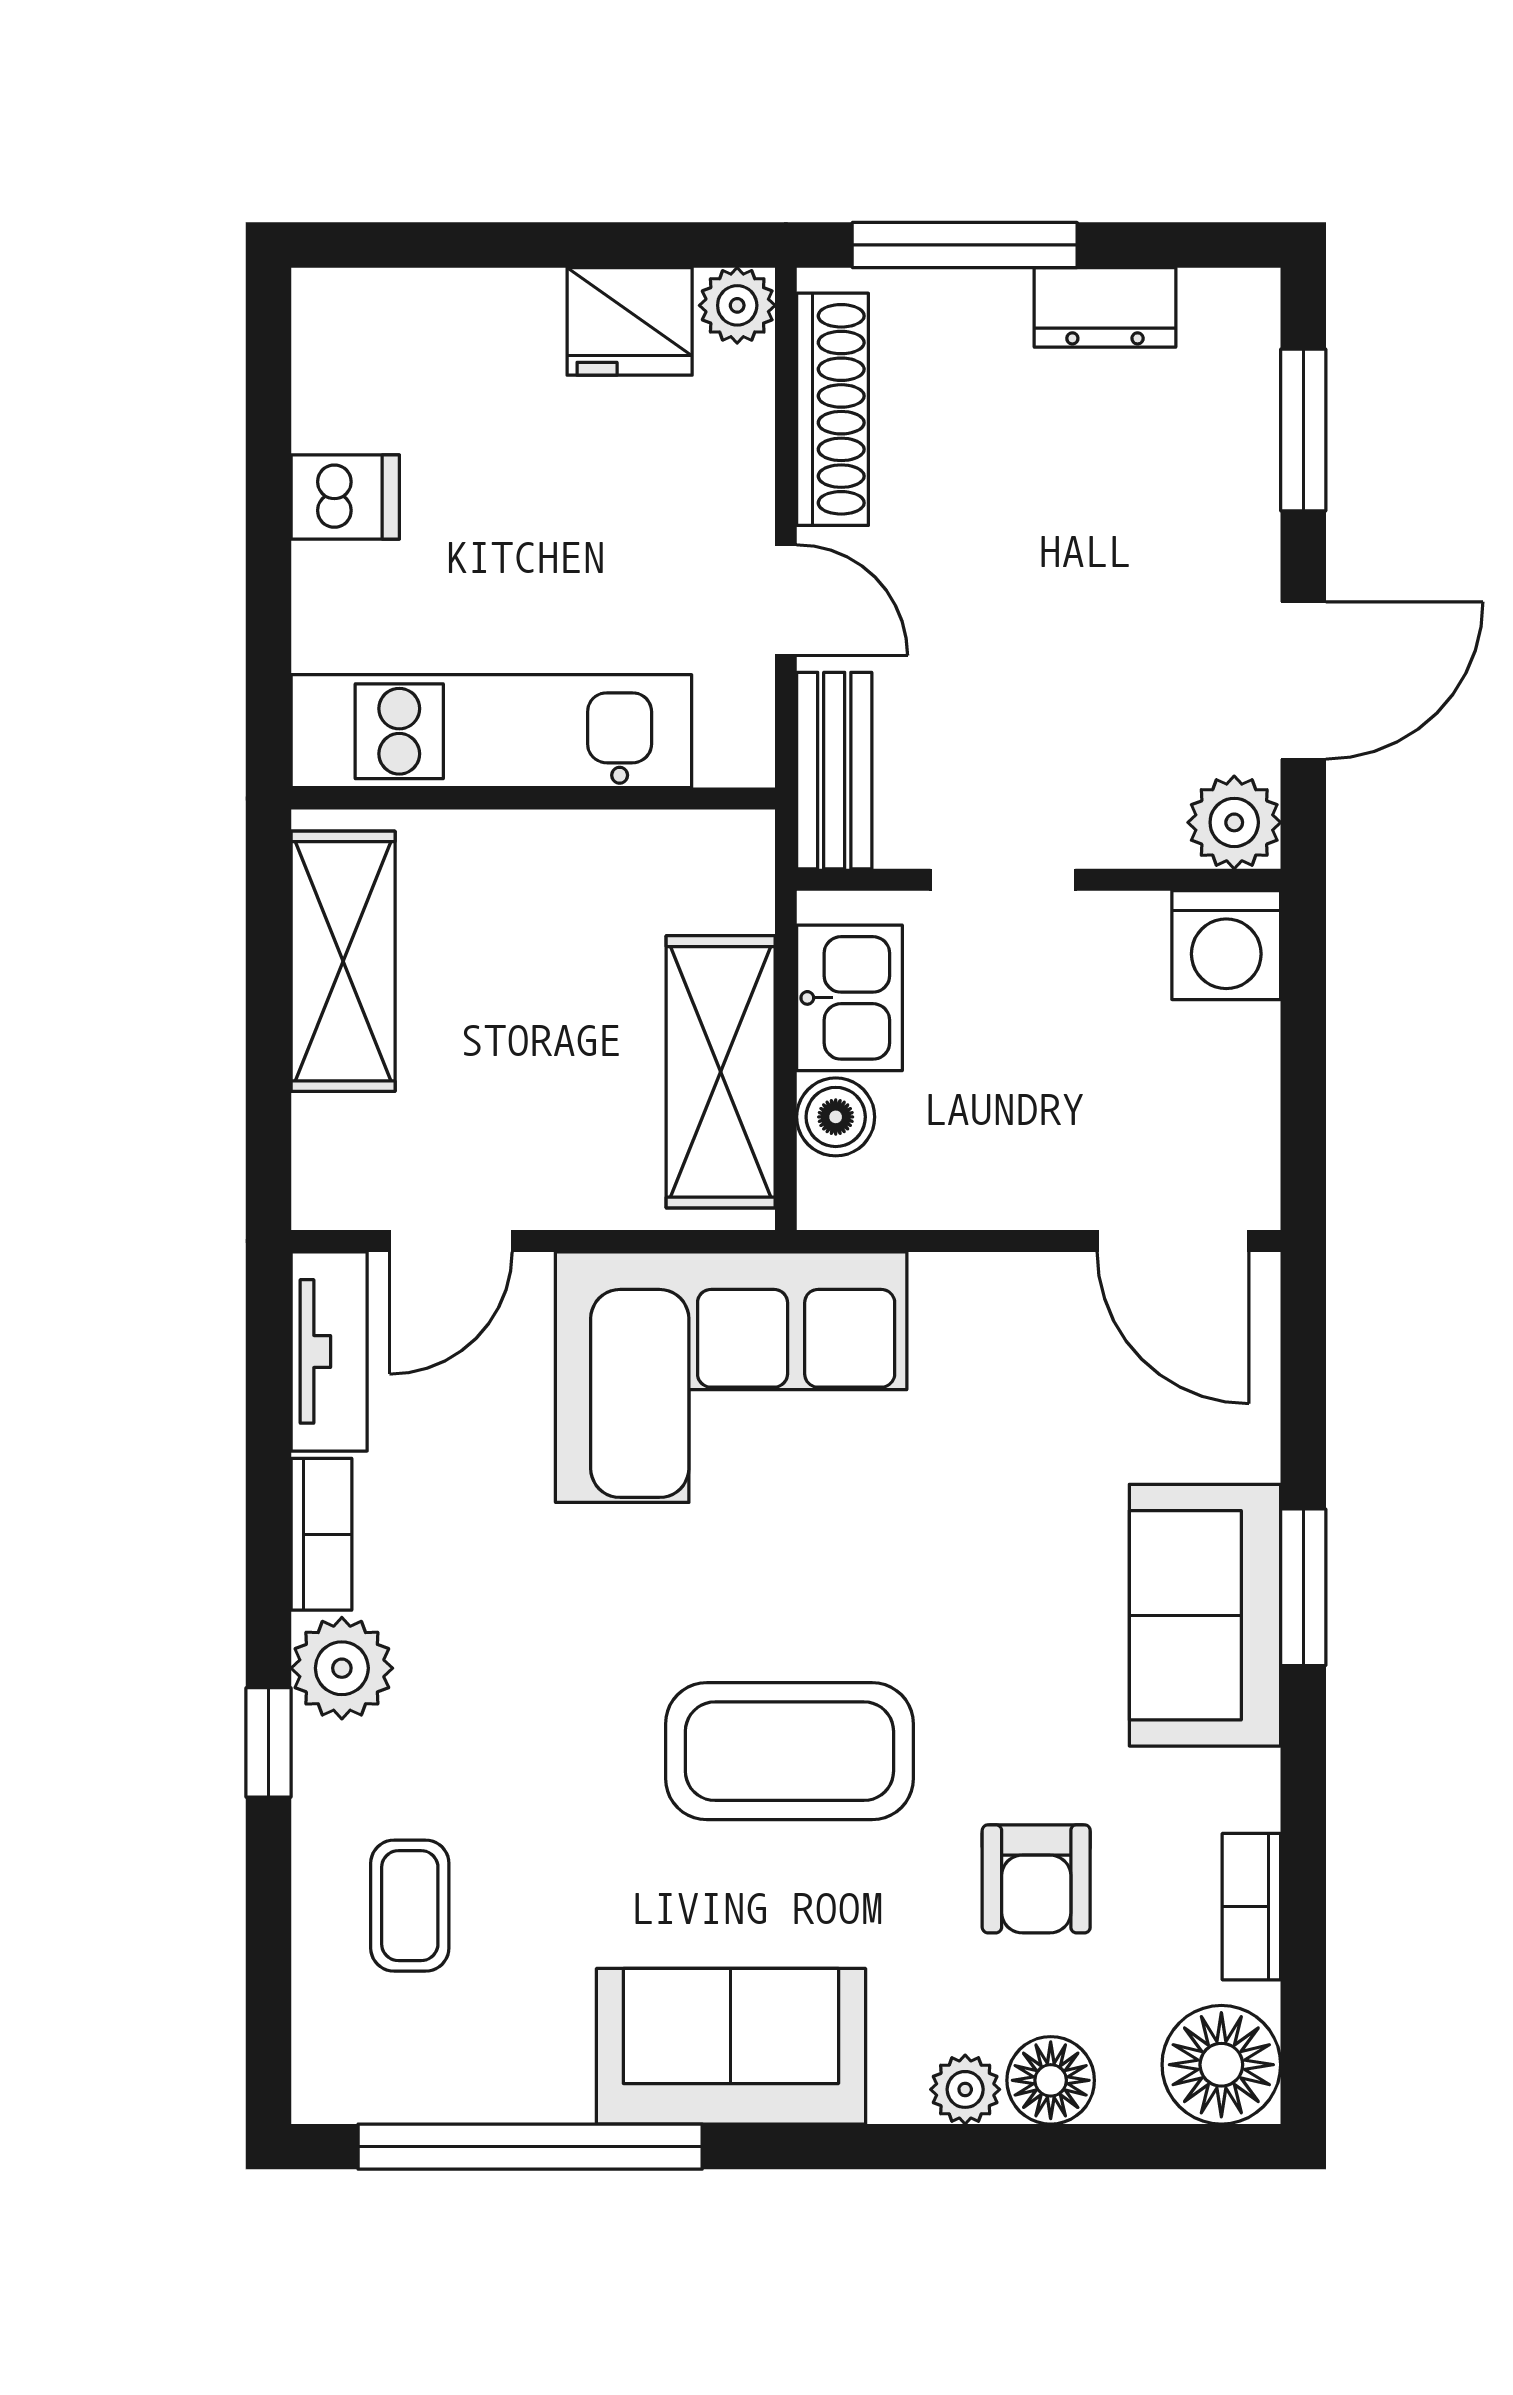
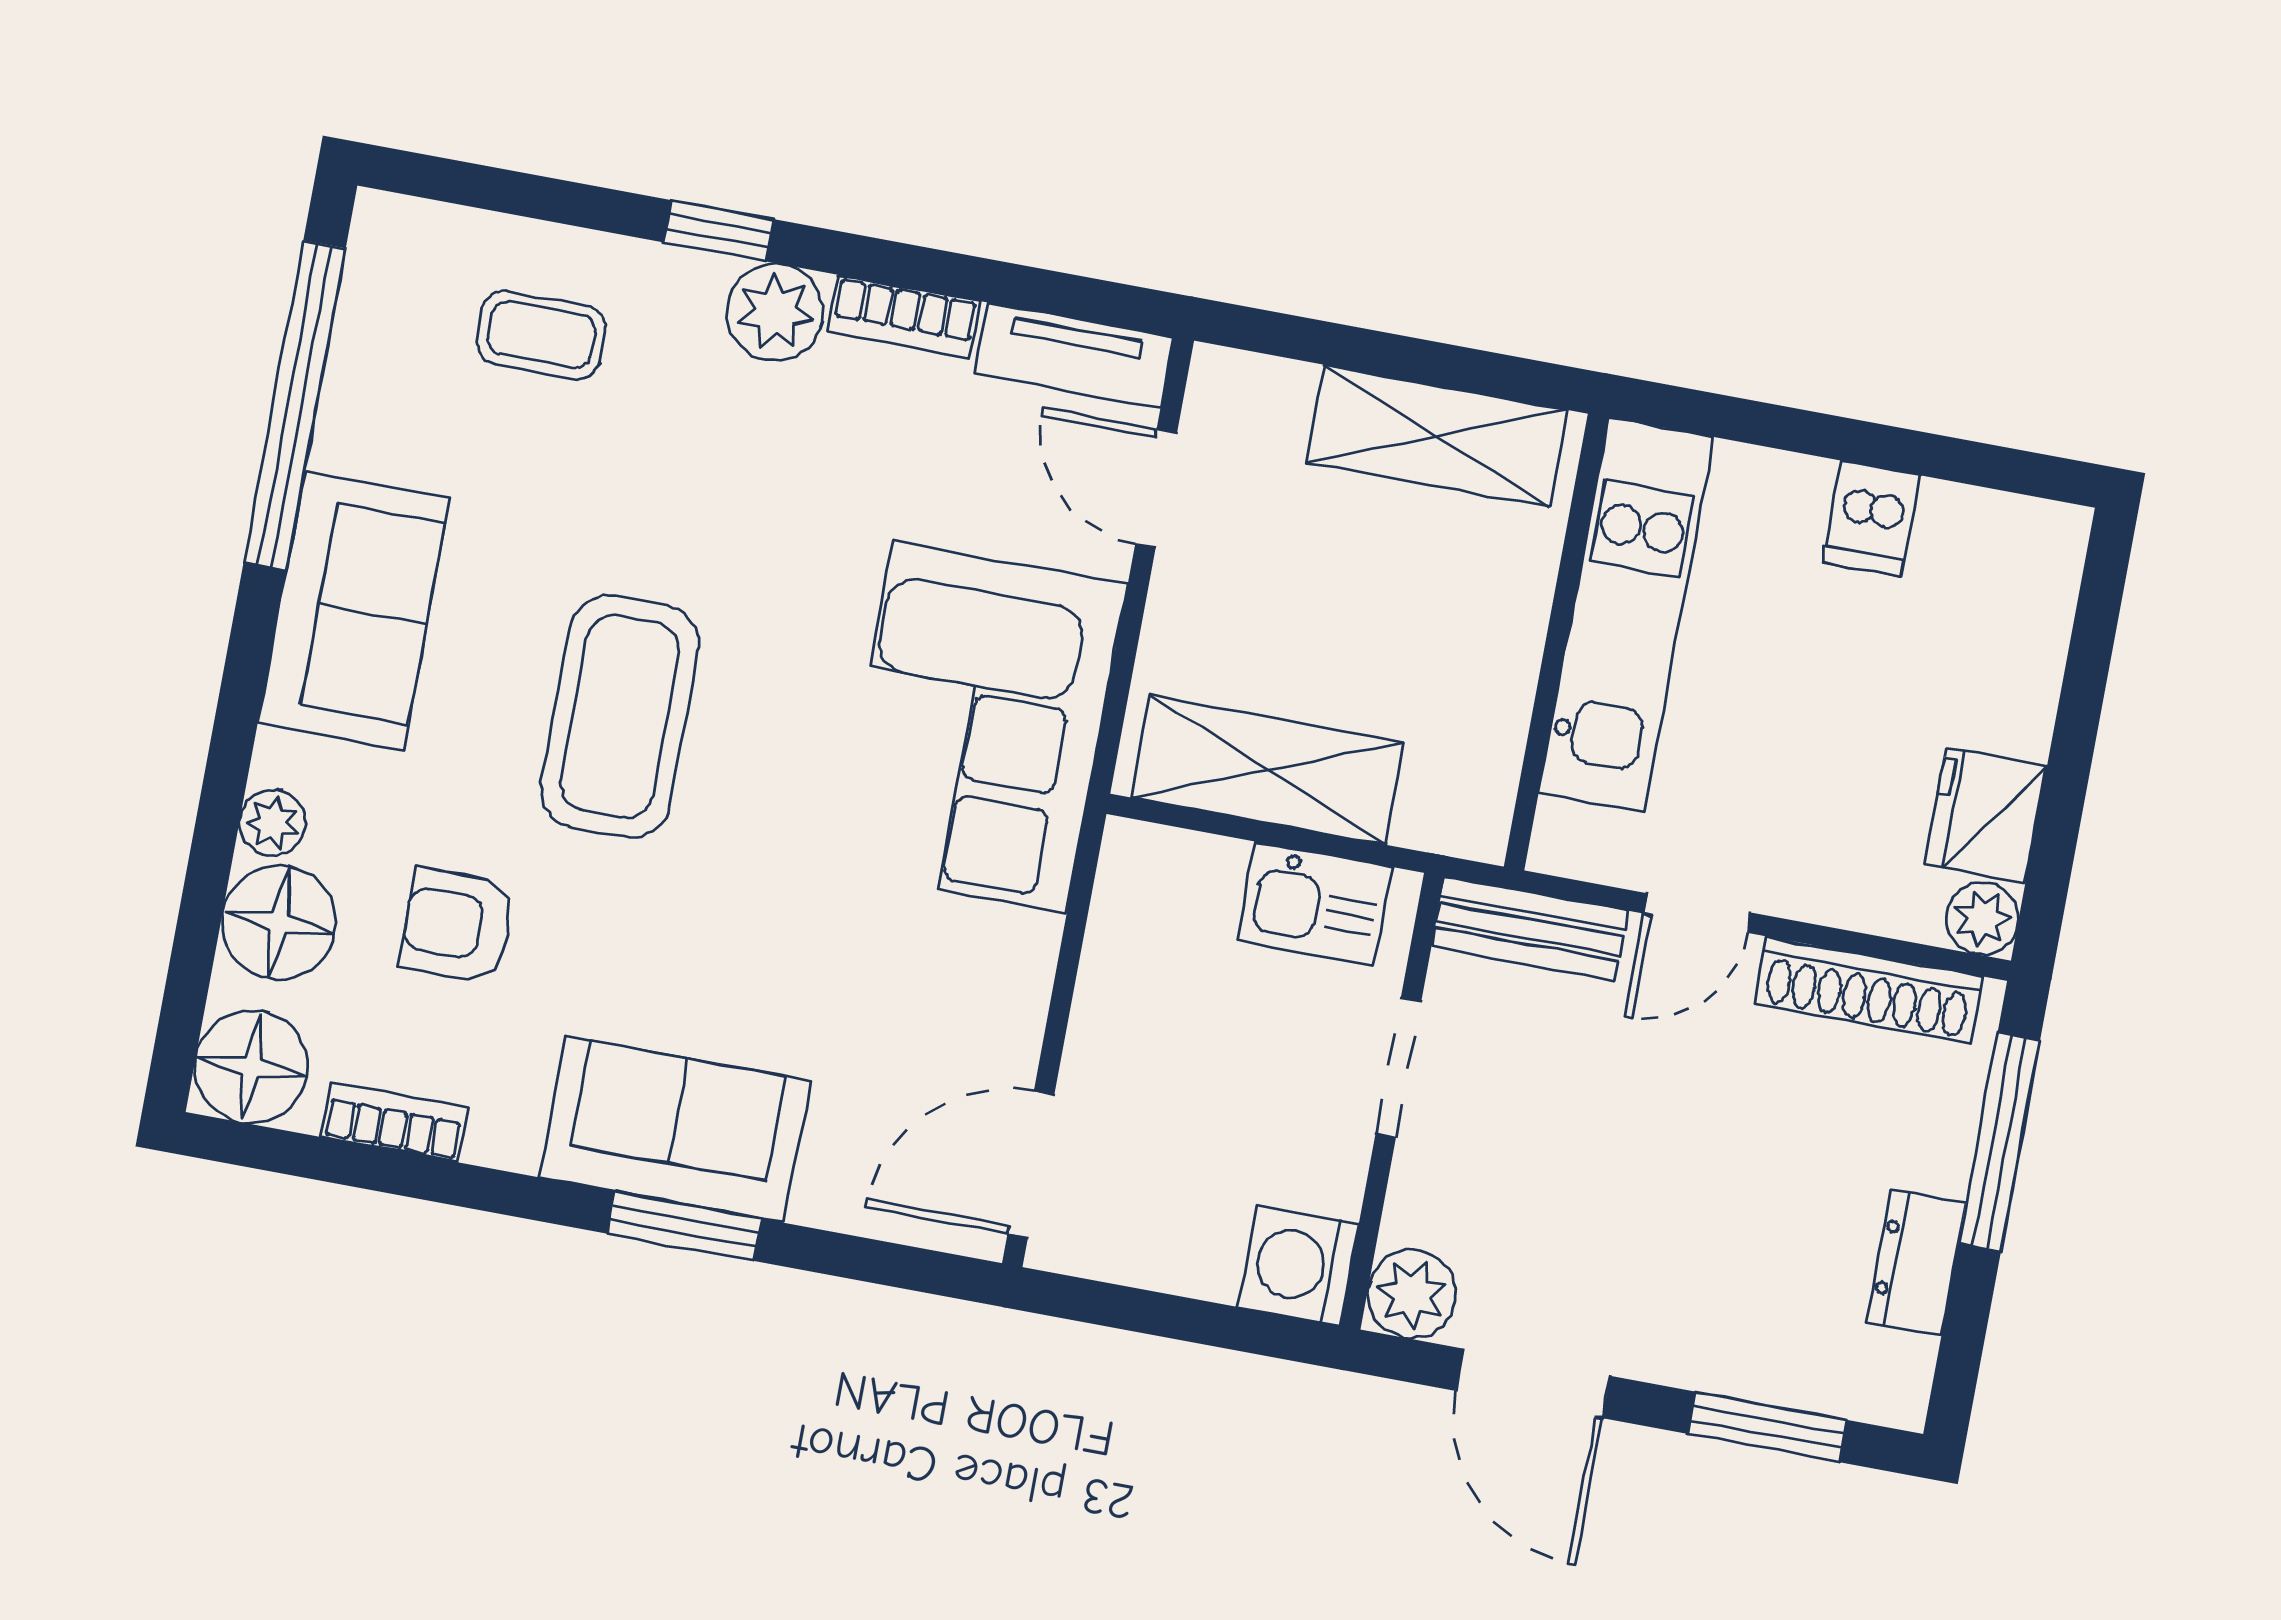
boiler: (836, 1117) -> (1205, 870), removed
floor lamp: (1051, 2080) -> (279, 922), width x1.38, depth x1.38

